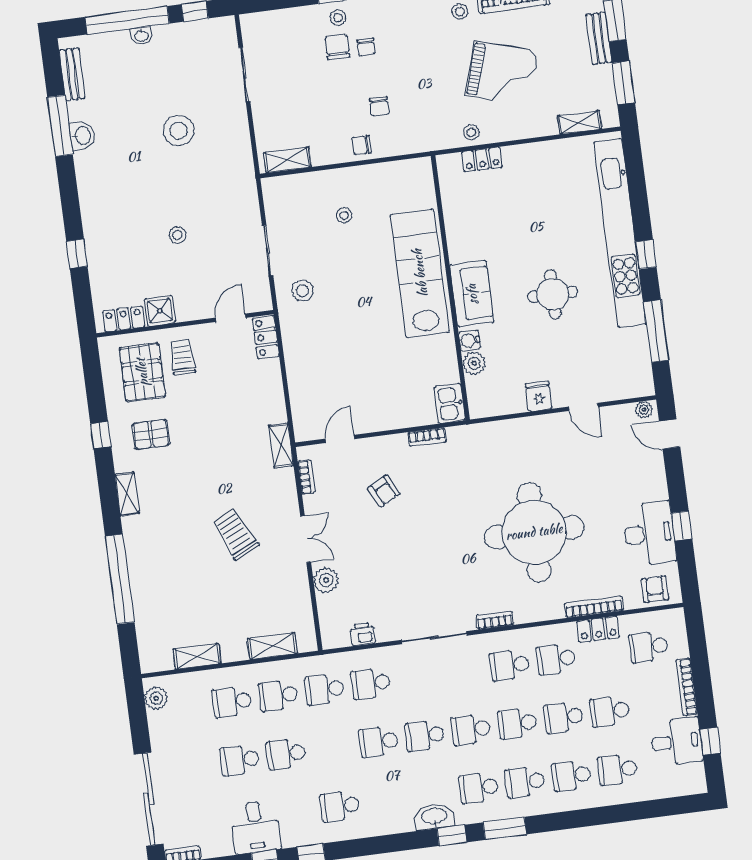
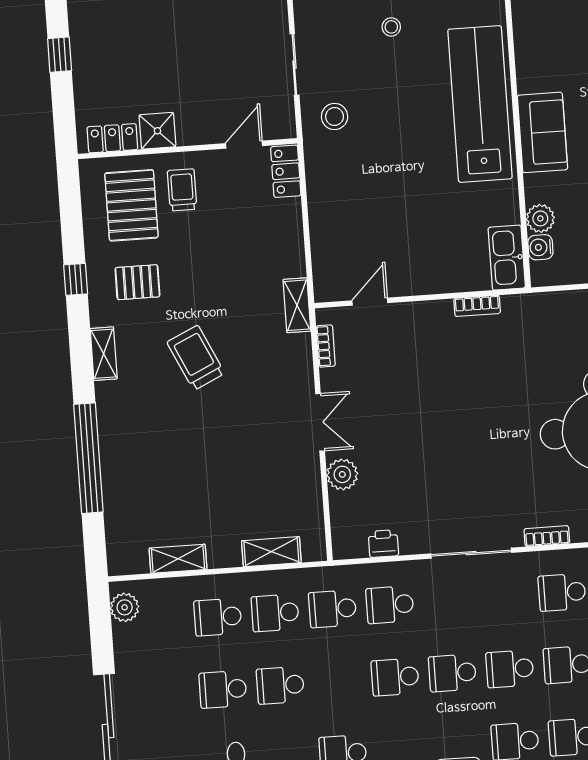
stool: (177, 235) -> (185, 39), removed
water cooler: (469, 340) -> (540, 247), moved
kitchen sink: (450, 404) -> (507, 258), width x1.38
armchair: (384, 491) -> (420, 369), removed
trolley: (235, 534) -> (196, 358), moved

